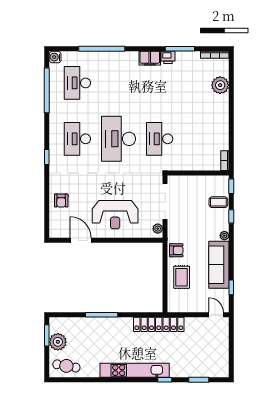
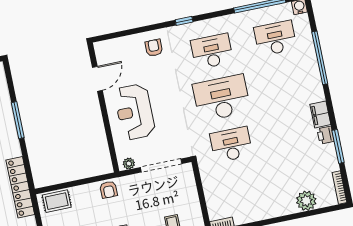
armchair: (61, 201) -> (154, 48), moved, turned 90
rug: (182, 277) -> (57, 201), moved

